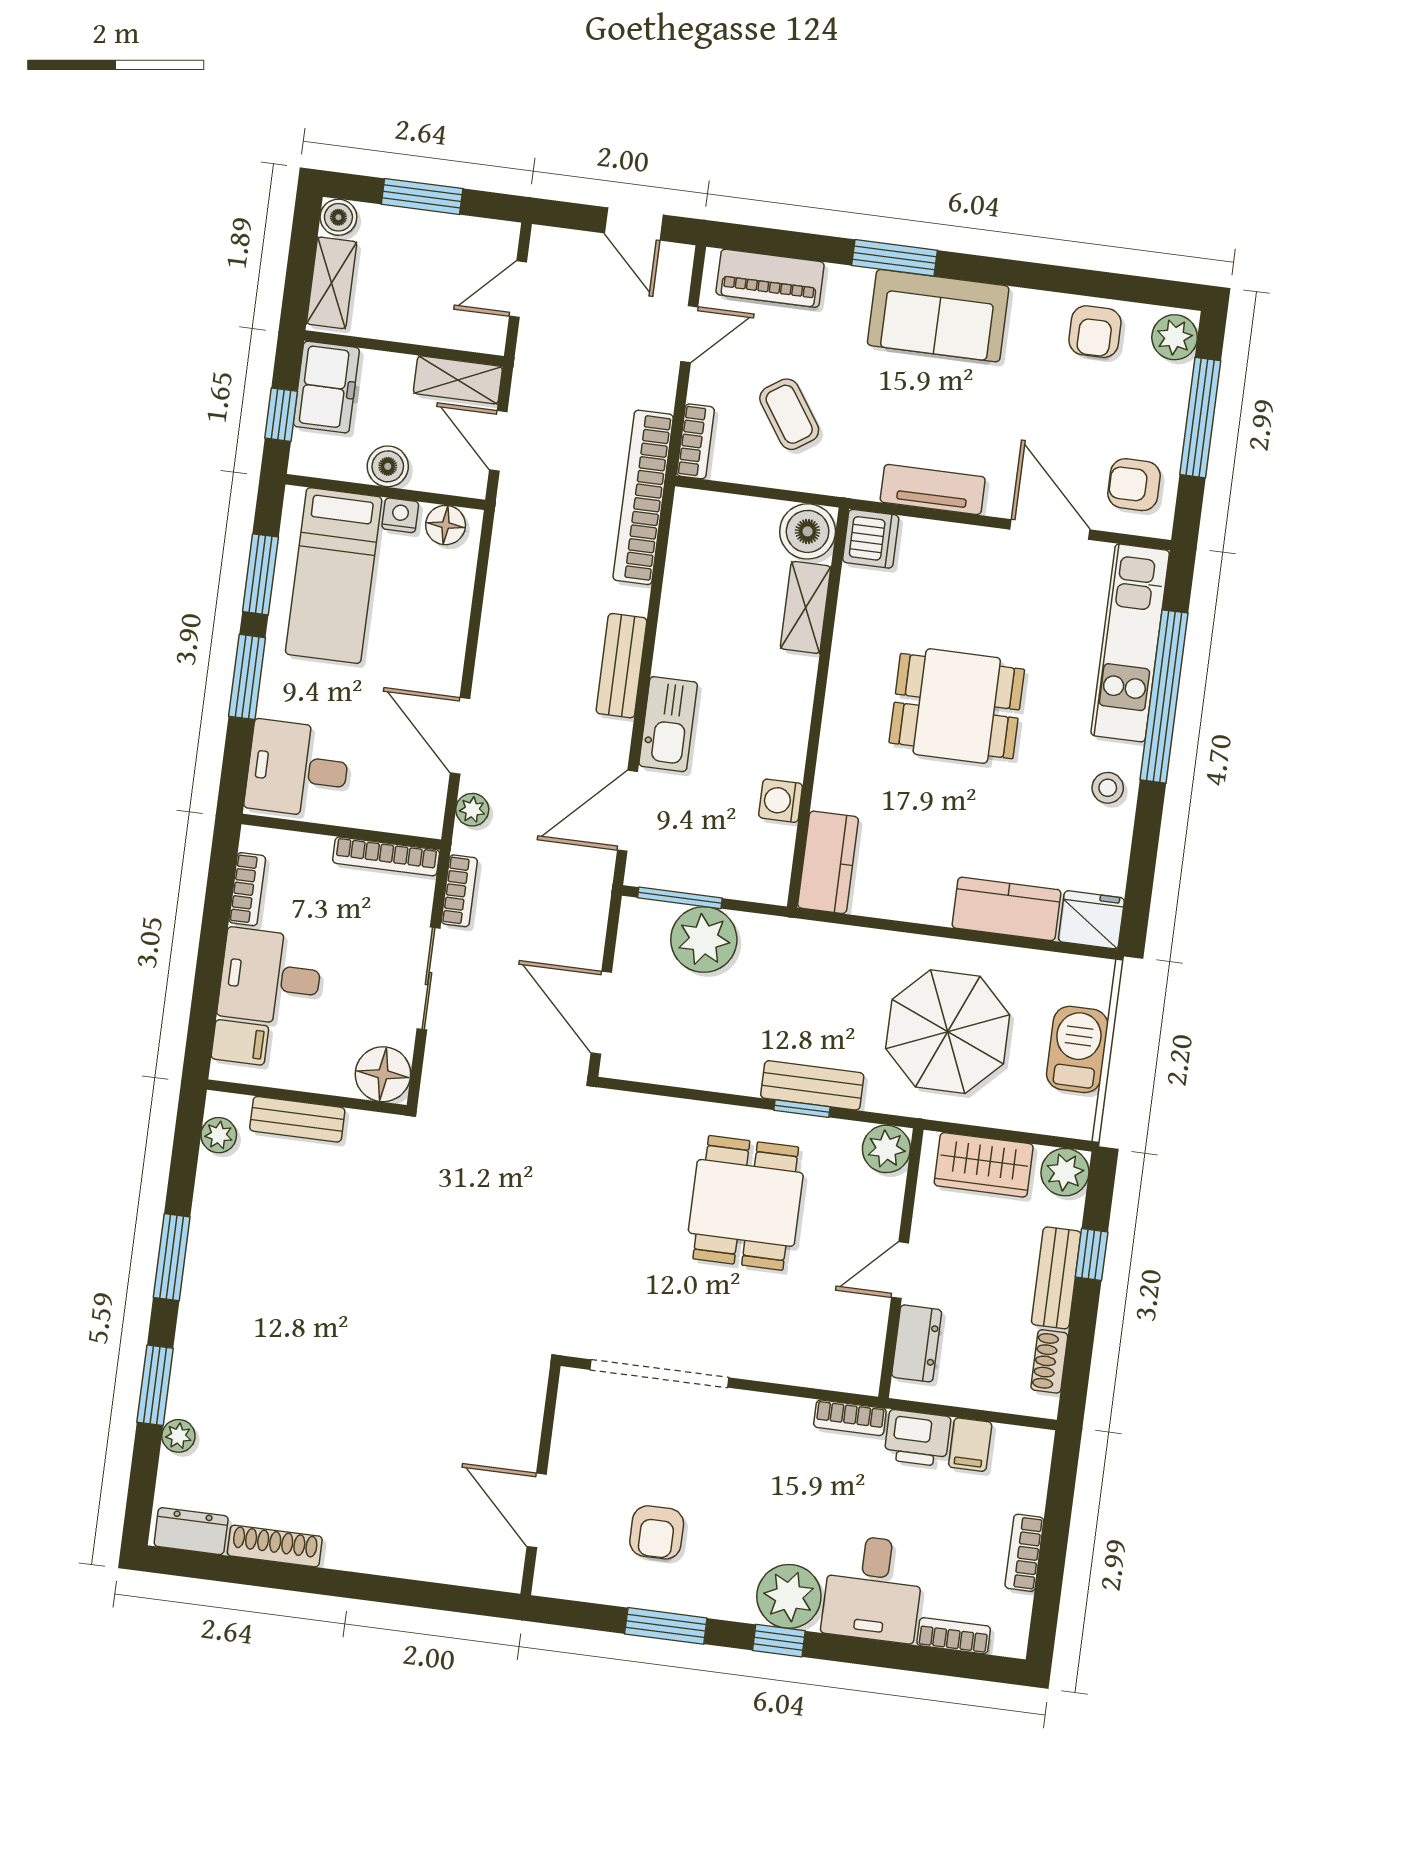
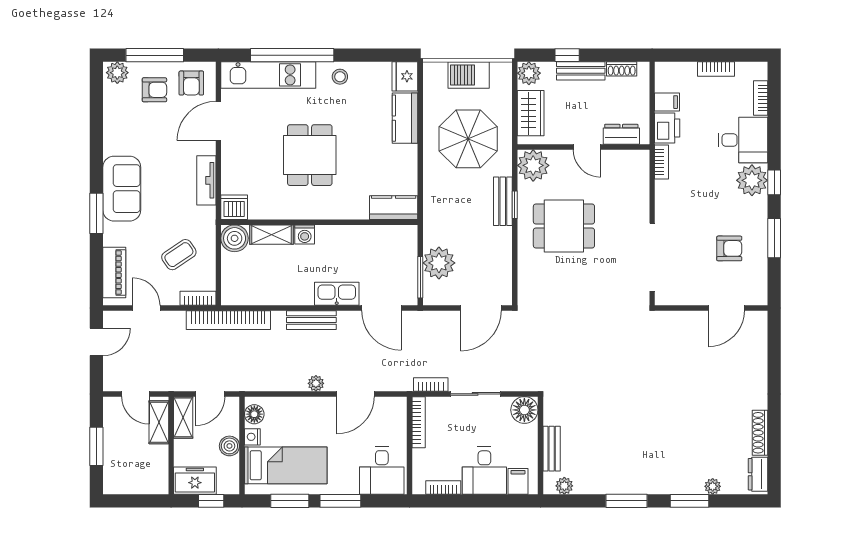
boiler: (338, 217) -> (112, 486), removed
shelving: (332, 283) -> (159, 422), moved, turned 90
armchair: (1095, 332) -> (154, 90), moved
washing machine: (781, 801) -> (305, 234), moved
plant: (472, 810) -> (316, 383), moved
plant: (886, 1149) -> (533, 165), width x1.36, depth x1.36

